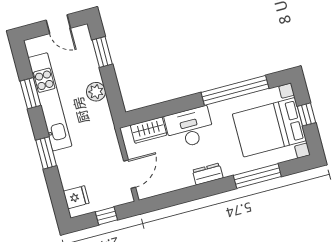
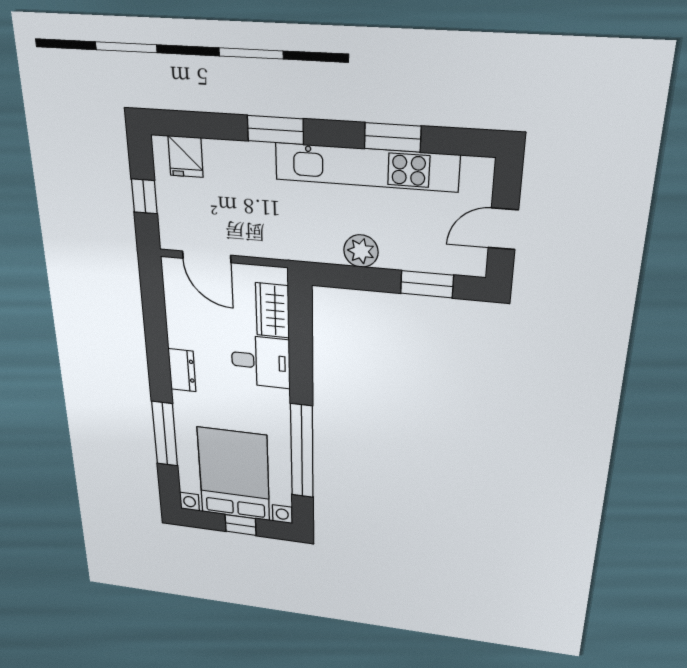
desk: (190, 128) -> (261, 362), width x0.73

